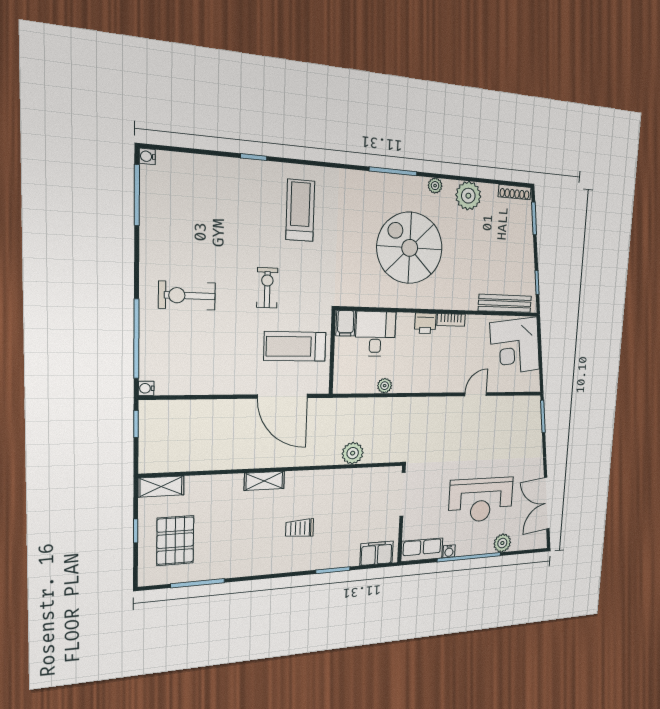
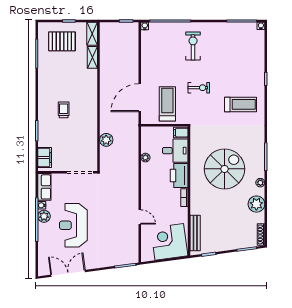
printer: (425, 323) -> (179, 175), width x1.87, depth x1.48
shelving: (264, 481) -> (92, 57), moved
plant: (502, 543) -> (44, 216), moved

